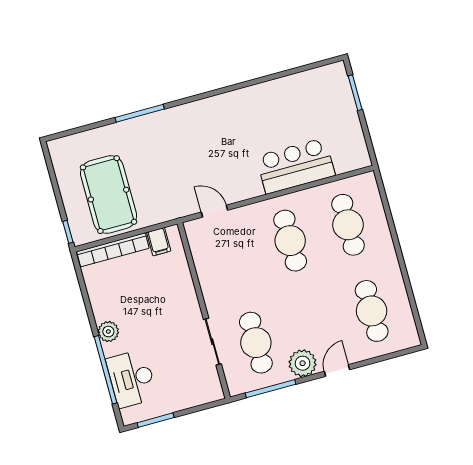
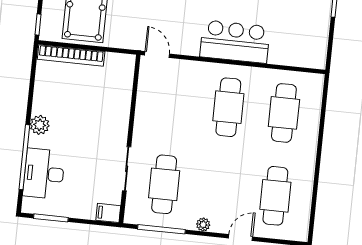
bar counter: (296, 166) -> (235, 42), moved
door: (214, 211) -> (157, 55), moved
filing cabinet: (159, 242) -> (108, 213), moved, turned 90
plant: (303, 363) -> (203, 225), width x0.53, depth x0.53
door: (337, 371) -> (241, 238), moved

